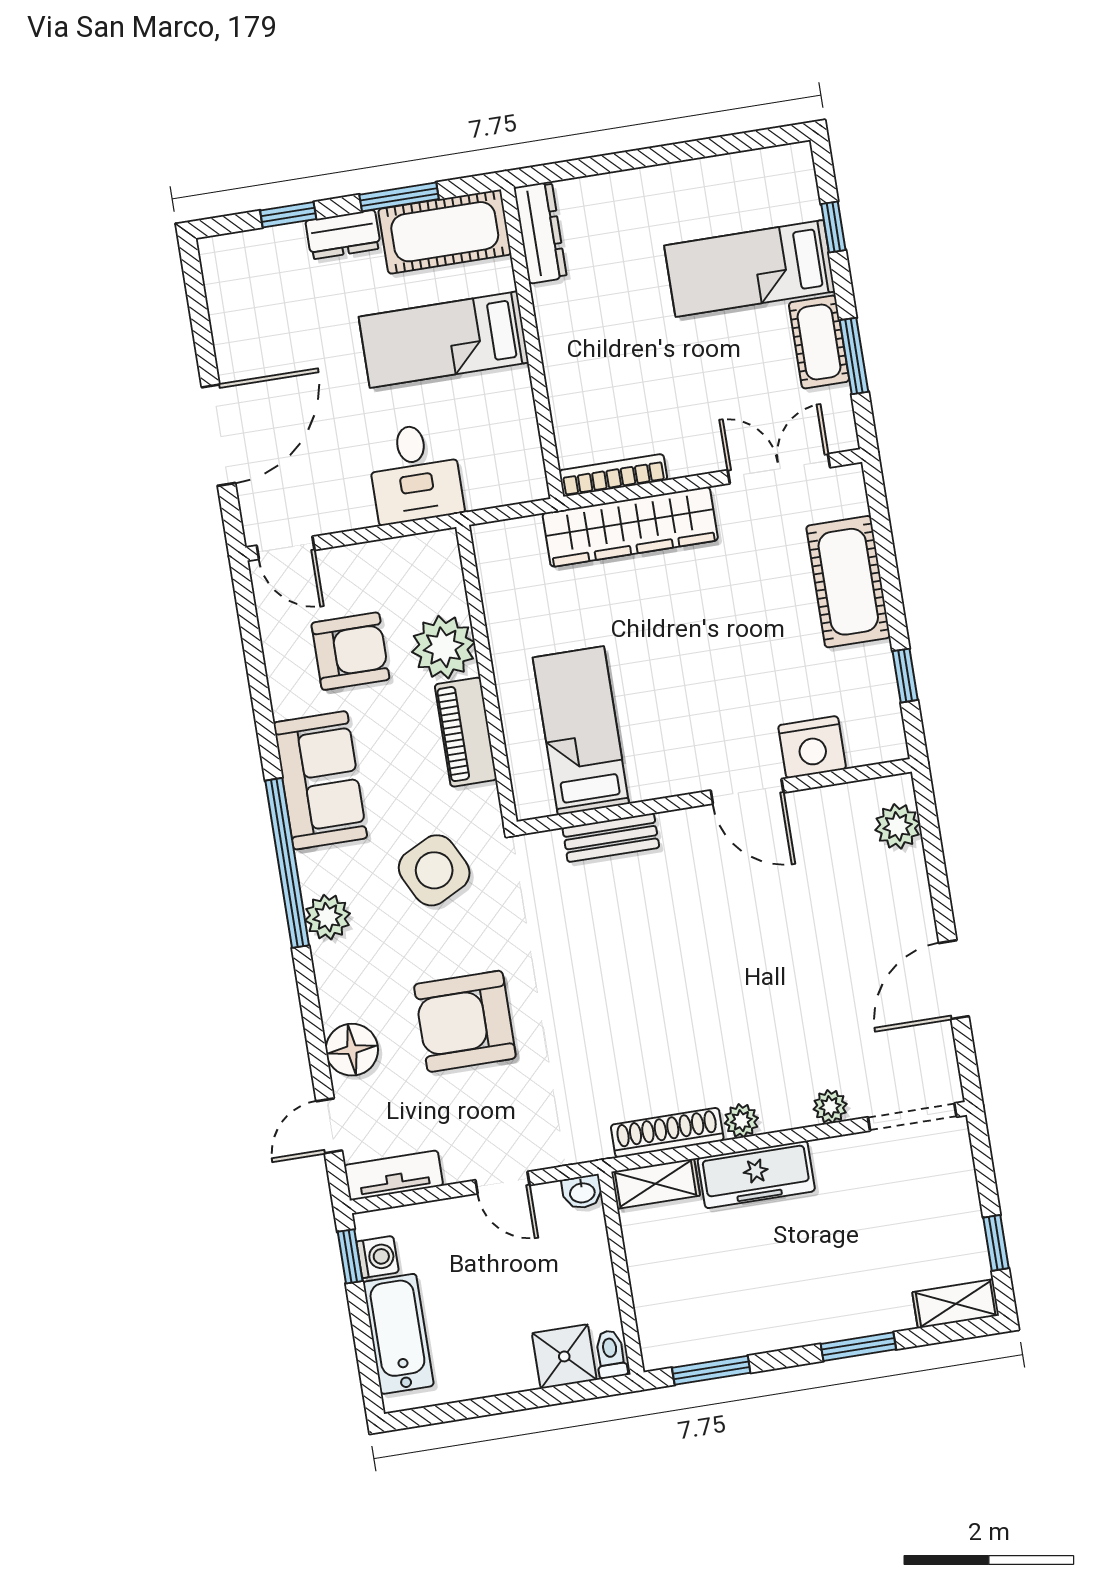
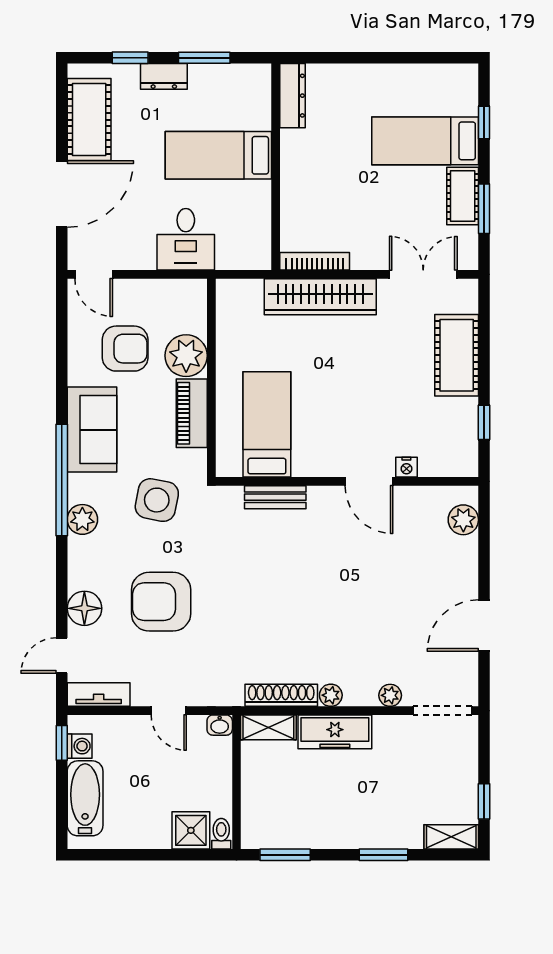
cot: (445, 232) -> (89, 120), moved, turned 90
nightstand: (812, 747) -> (406, 467), width x0.53, depth x0.56
side table: (434, 870) -> (157, 500), turned 38

